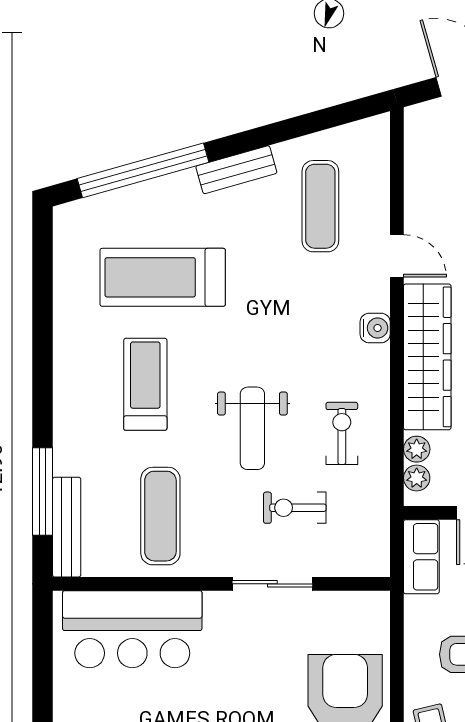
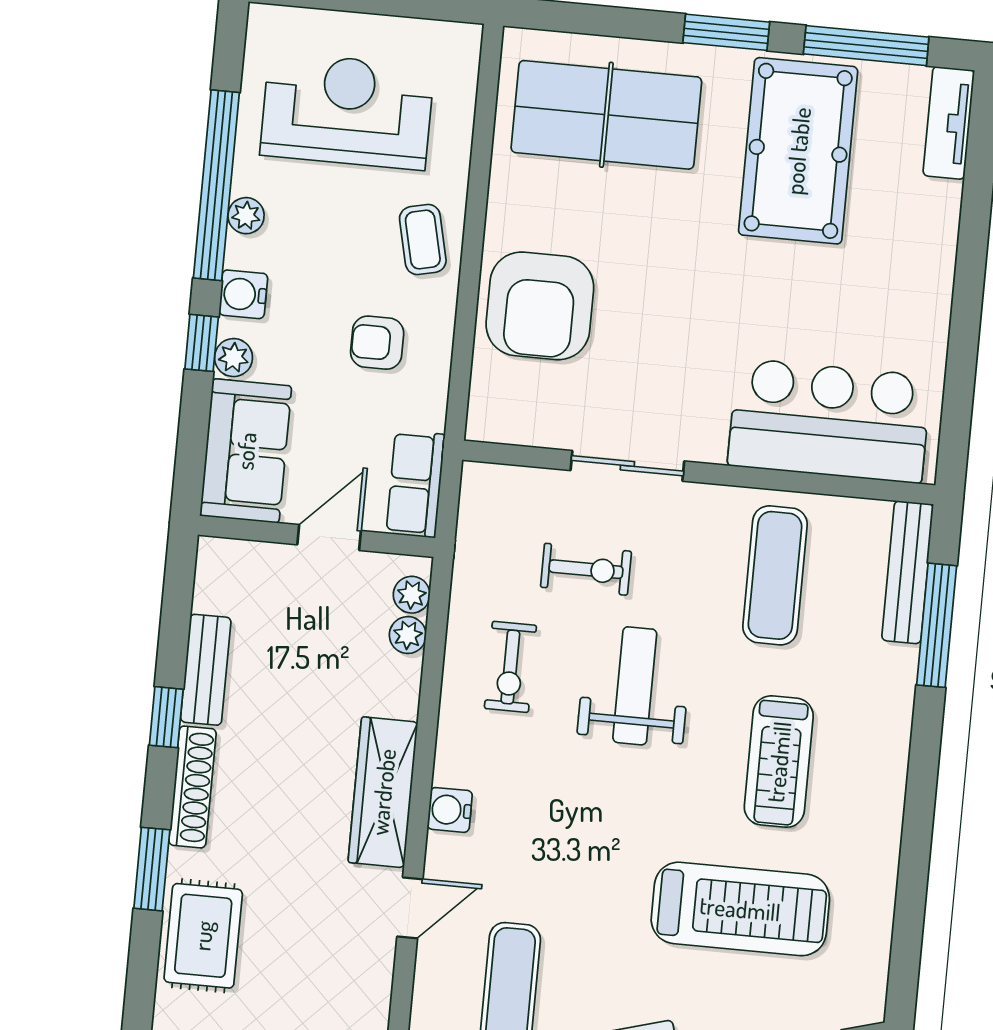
door: (397, 256) -> (410, 908), swing flipped
wardrobe: (427, 357) -> (383, 792), width x0.71, depth x0.85

